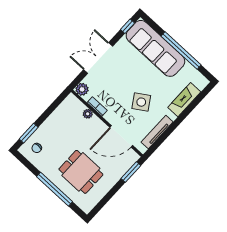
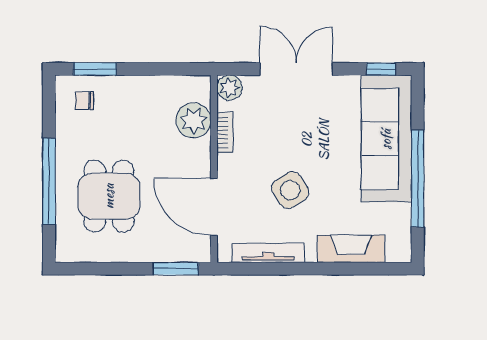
plant: (88, 114) -> (193, 120), width x1.88, depth x1.88

